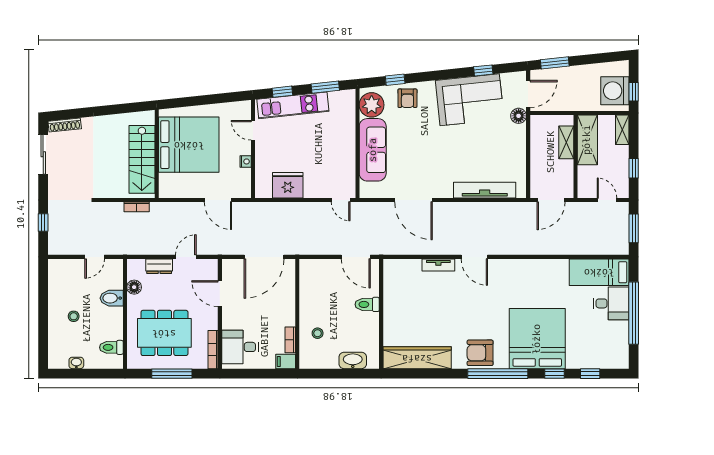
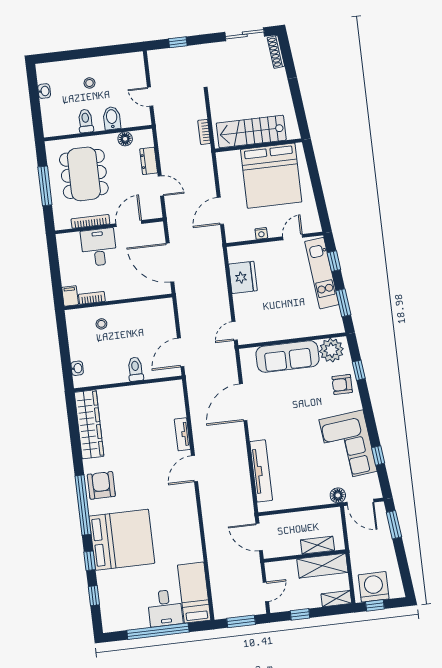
toilet: (111, 347) -> (86, 121), moved
desk: (240, 347) -> (99, 247), moved
bookcase: (213, 350) -> (90, 221), moved
washbasin: (353, 360) -> (77, 368), width x0.52, depth x0.69

